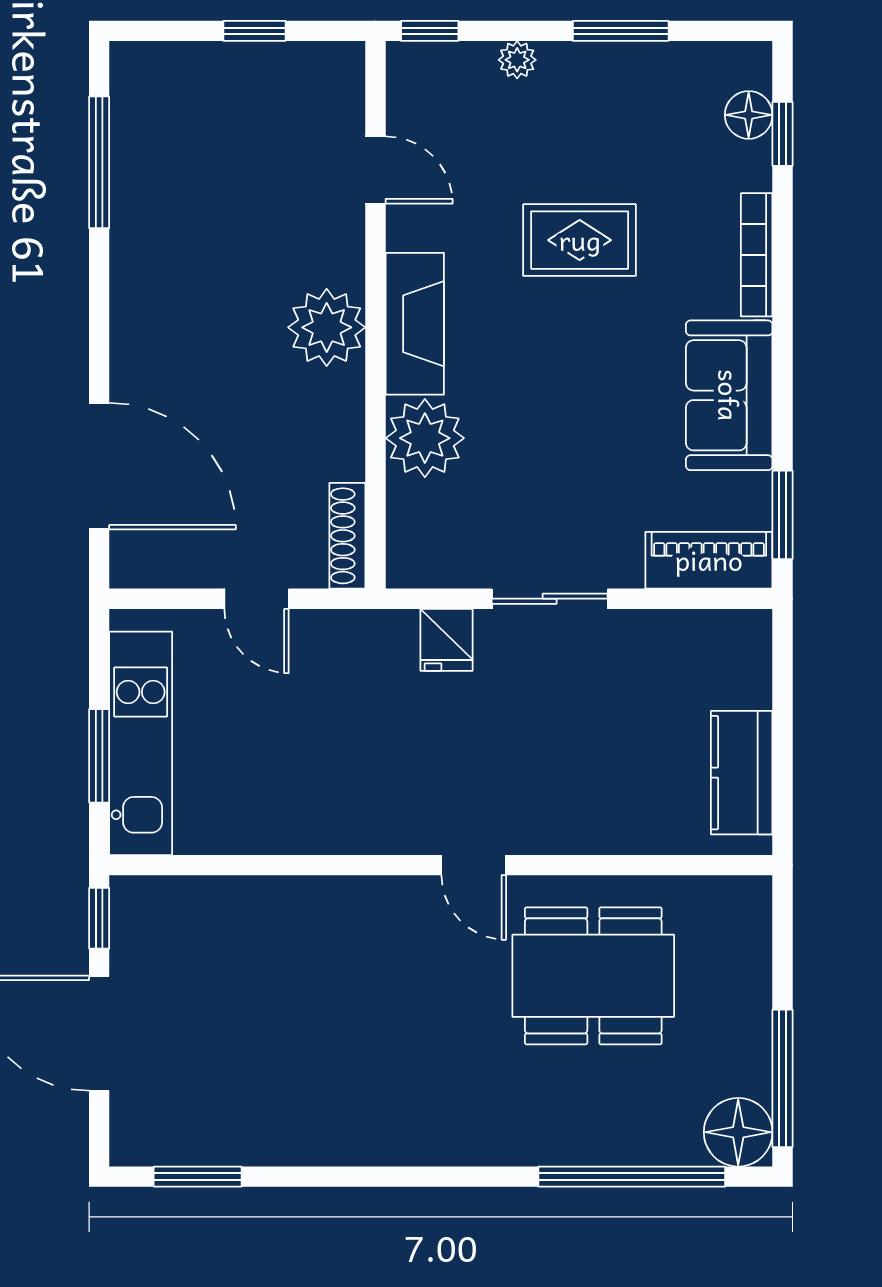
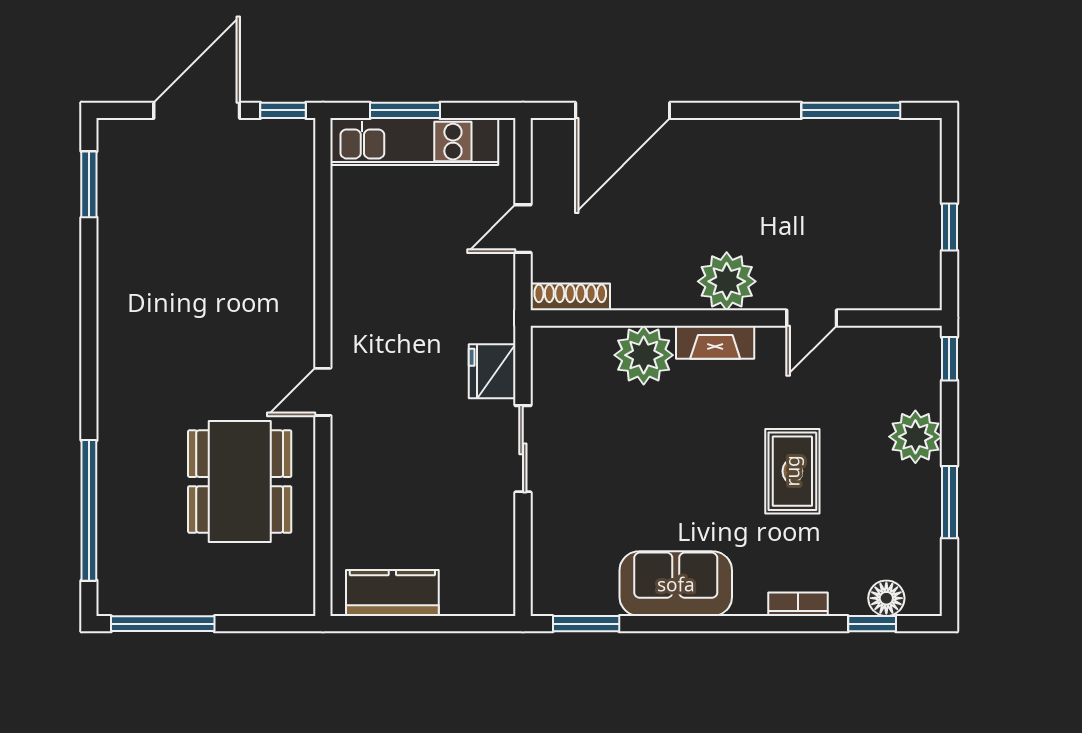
plant: (517, 60) -> (915, 437), width x1.87, depth x1.87
door: (376, 170) -> (812, 318), moved
bookcase: (757, 255) -> (798, 604), width x0.64
fireplace: (415, 324) -> (715, 342), width x0.73, depth x0.76
piano: (709, 560) -> (552, 568), removed
fridge: (447, 640) -> (492, 371), width x1.38
floor lamp: (738, 1132) -> (122, 590), removed

